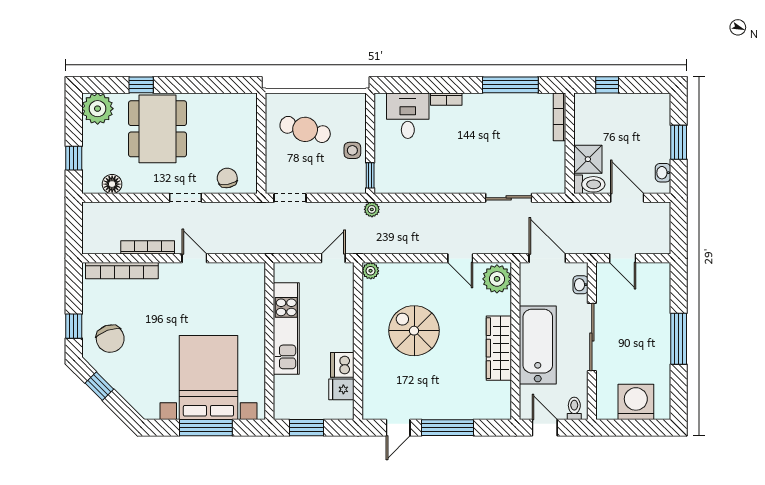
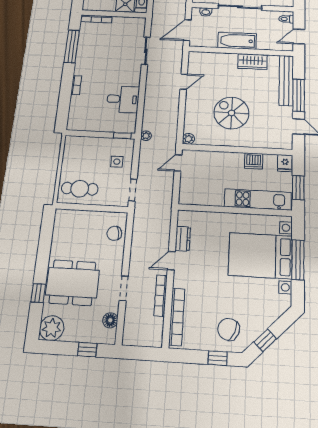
desk: (408, 116) -> (123, 99), moved, turned 180
cafe table: (305, 129) -> (80, 189), moved, turned 75
side table: (352, 150) -> (117, 162), moved
doorway: (185, 198) -> (124, 288), moved
door: (333, 258) -> (178, 163), hinge flipped
dresser: (225, 272) -> (183, 239), added
plant: (497, 279) -> (199, 60), removed
kitchen unit: (286, 328) -> (258, 199), moved
spiral stairs: (414, 331) -> (231, 113), turned 90
chair: (110, 339) -> (229, 329), turned -139
bathtub: (538, 345) -> (237, 41), width x0.73, depth x0.73
wardrobe: (499, 348) -> (253, 62), width x0.67
fridge: (341, 389) -> (285, 163), moved
bench: (470, 409) -> (286, 80), added

